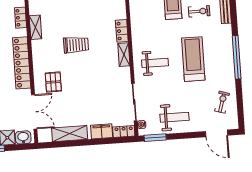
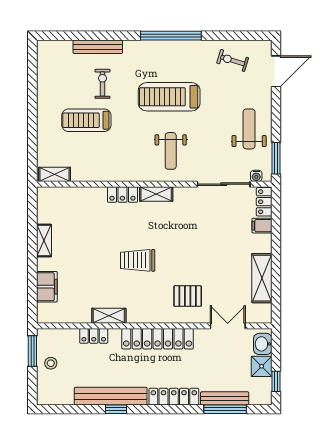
trolley: (76, 45) -> (138, 260), turned -90
weight bench: (155, 63) -> (171, 151), turned 180
double door: (34, 112) -> (228, 326), width x0.73
filing cabinet: (102, 131) -> (262, 226), width x0.50

